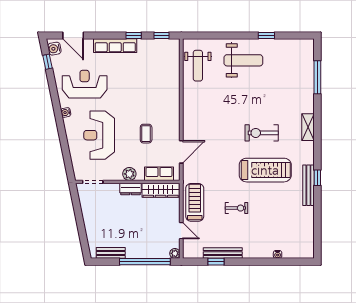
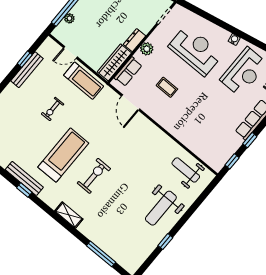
treadmill: (265, 170) -> (63, 155), turned 180
plant: (175, 253) -> (69, 18), moved

